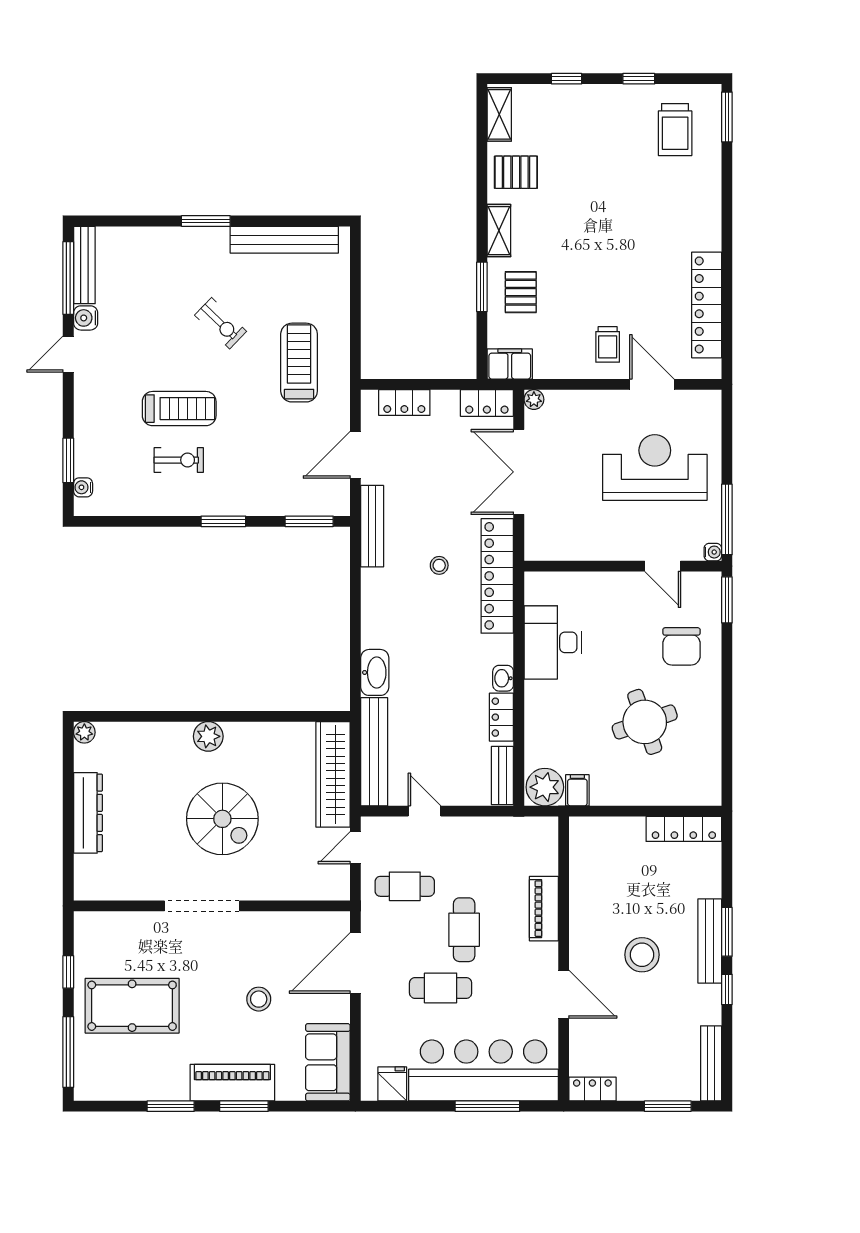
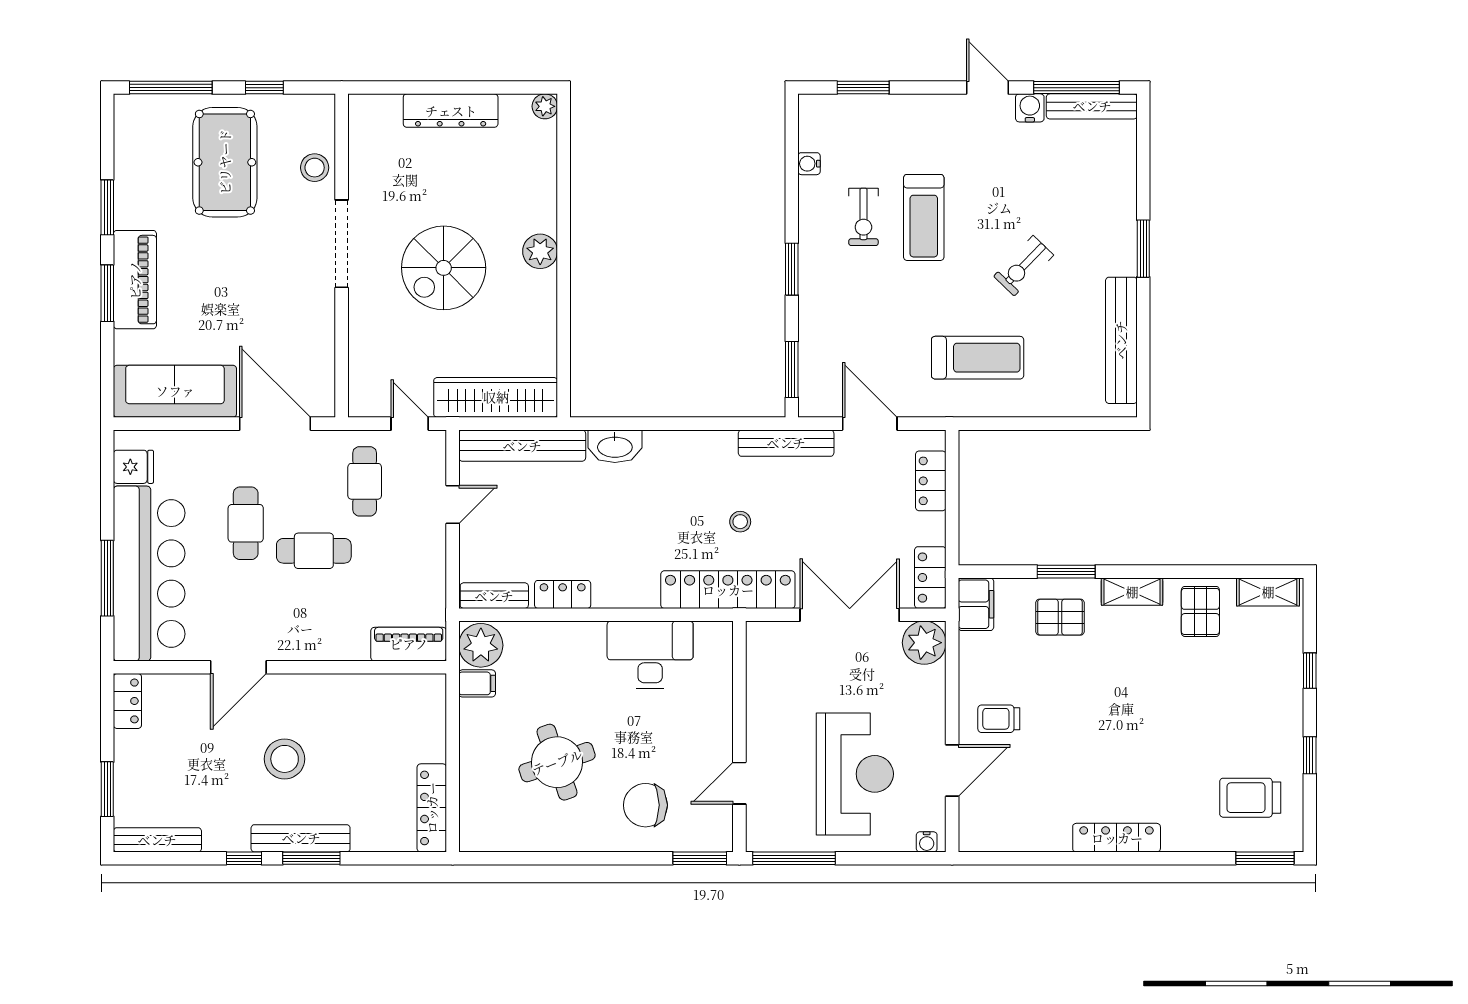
locker: (707, 305) -> (1117, 838), moved, width x0.71, depth x0.83
plant: (534, 399) -> (924, 643), width x1.88, depth x1.88
water cooler: (83, 487) -> (809, 164), moved, turned -90
water cooler: (713, 552) -> (927, 842), moved
washbasin: (503, 678) -> (608, 596), removed
piano: (544, 909) -> (409, 644), moved
stool: (259, 999) -> (315, 168), moved
sofa: (328, 1062) -> (175, 391), width x1.36

